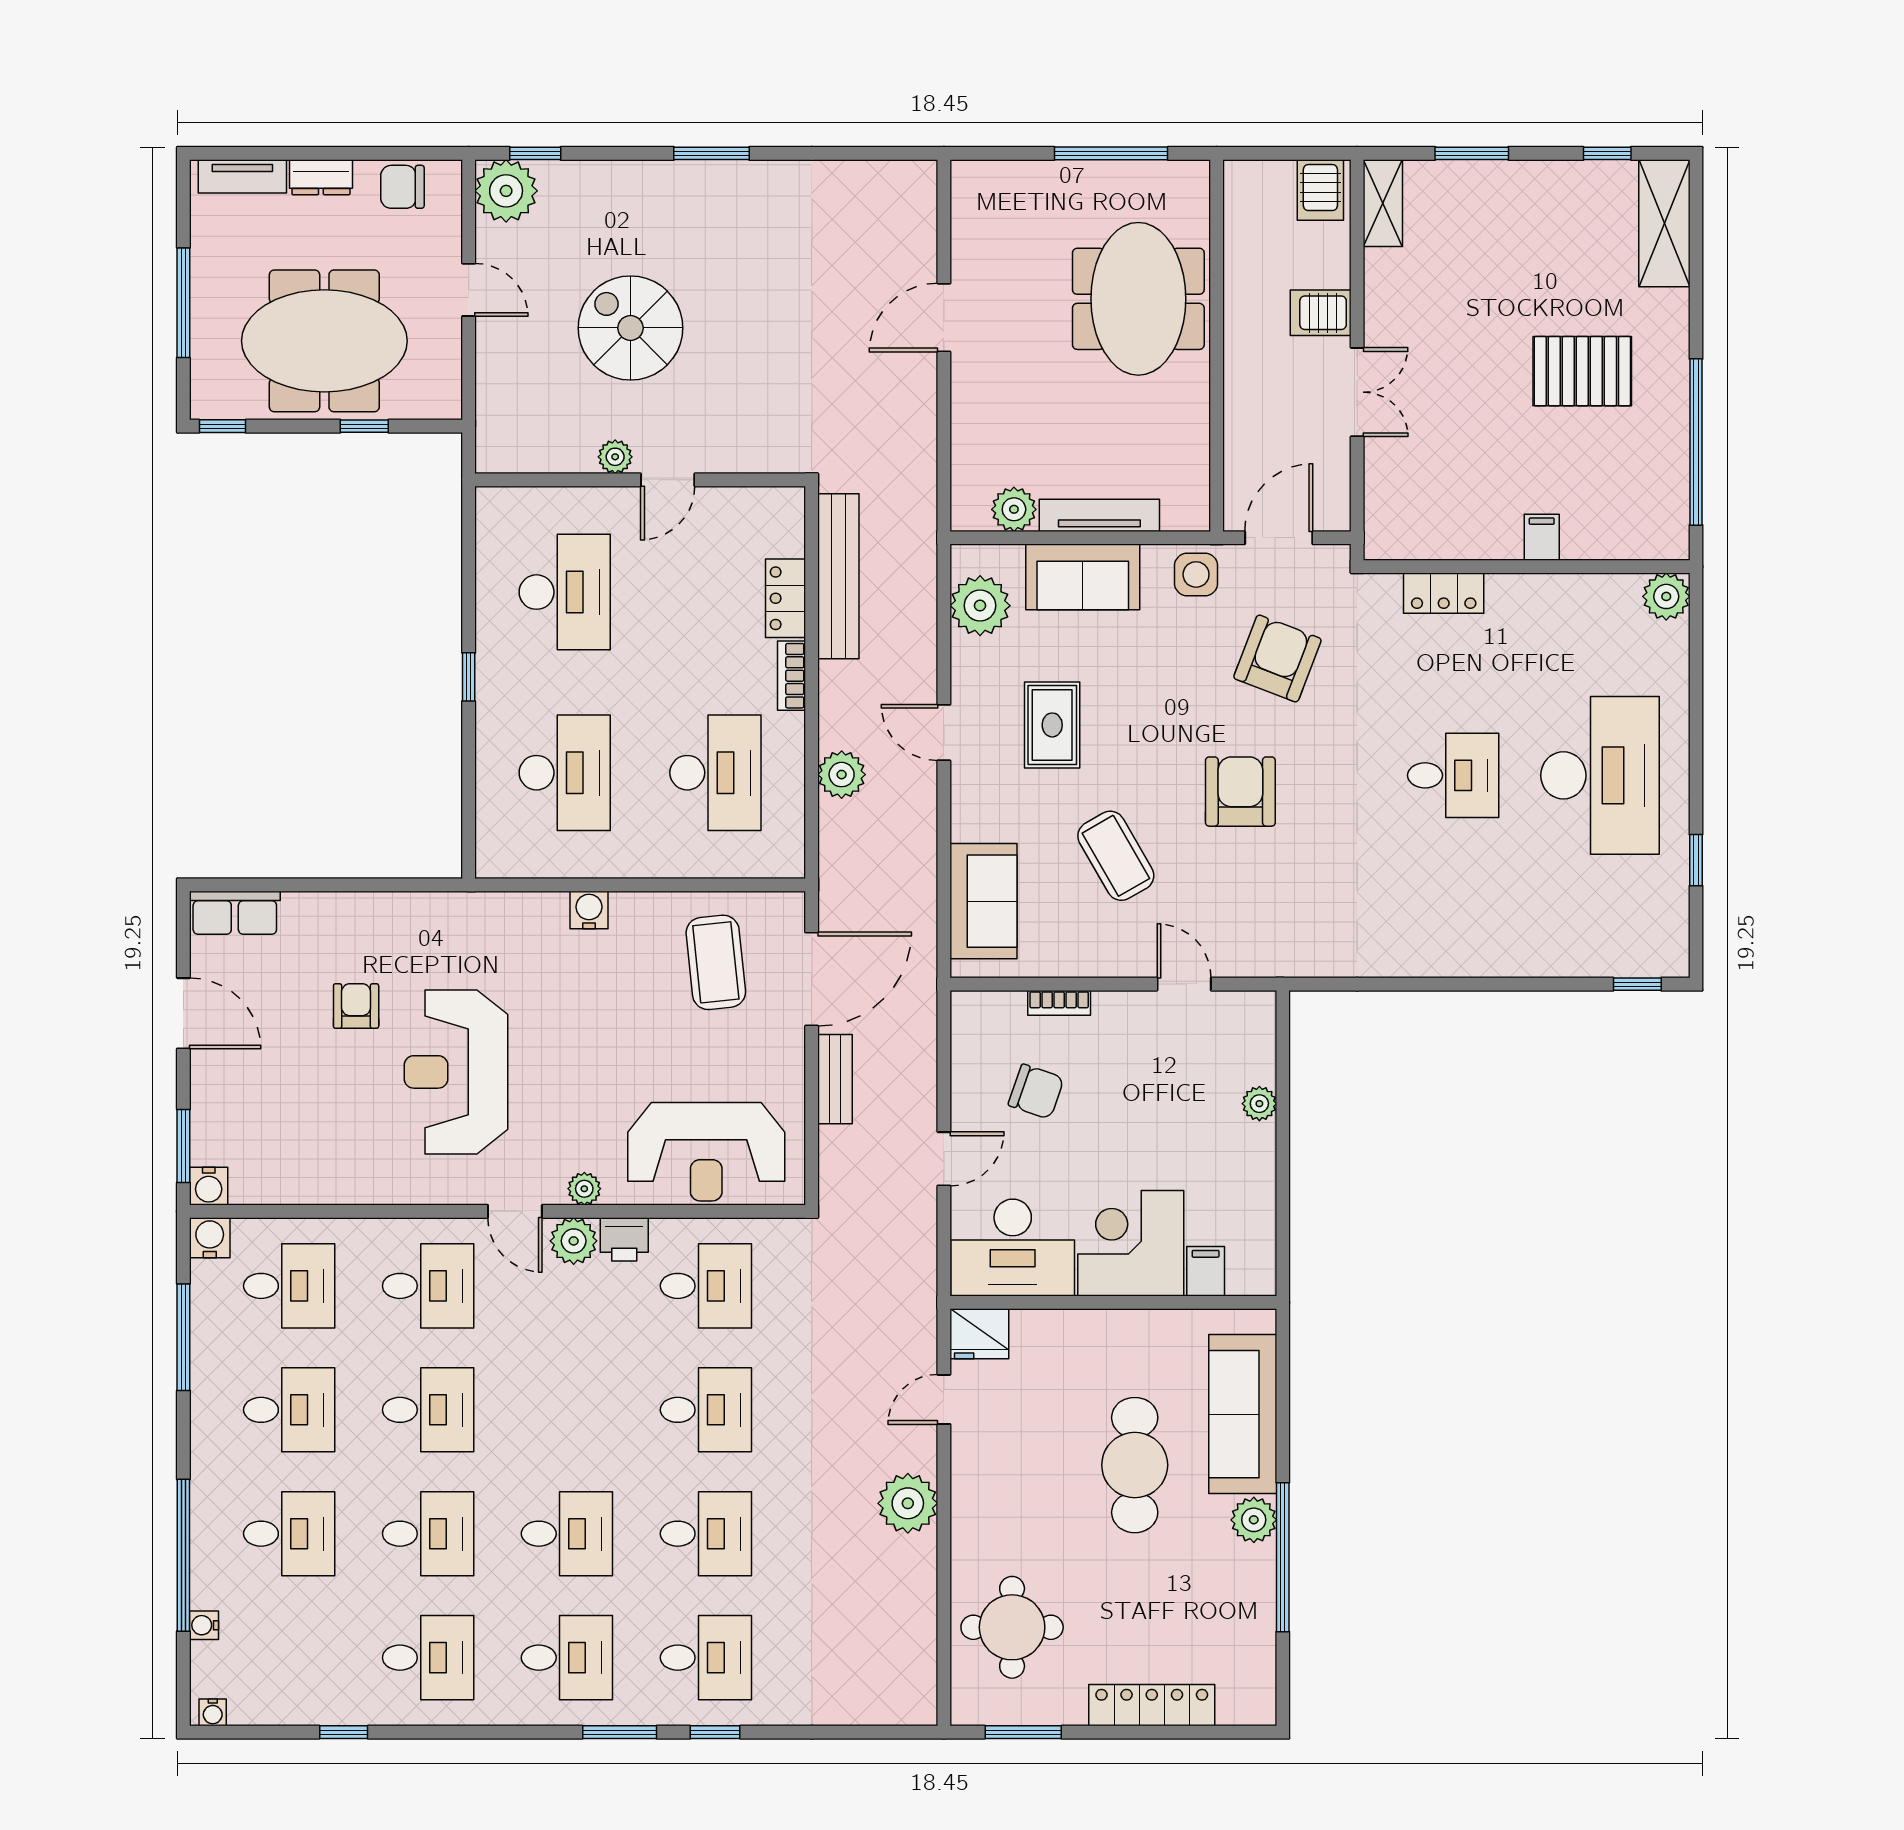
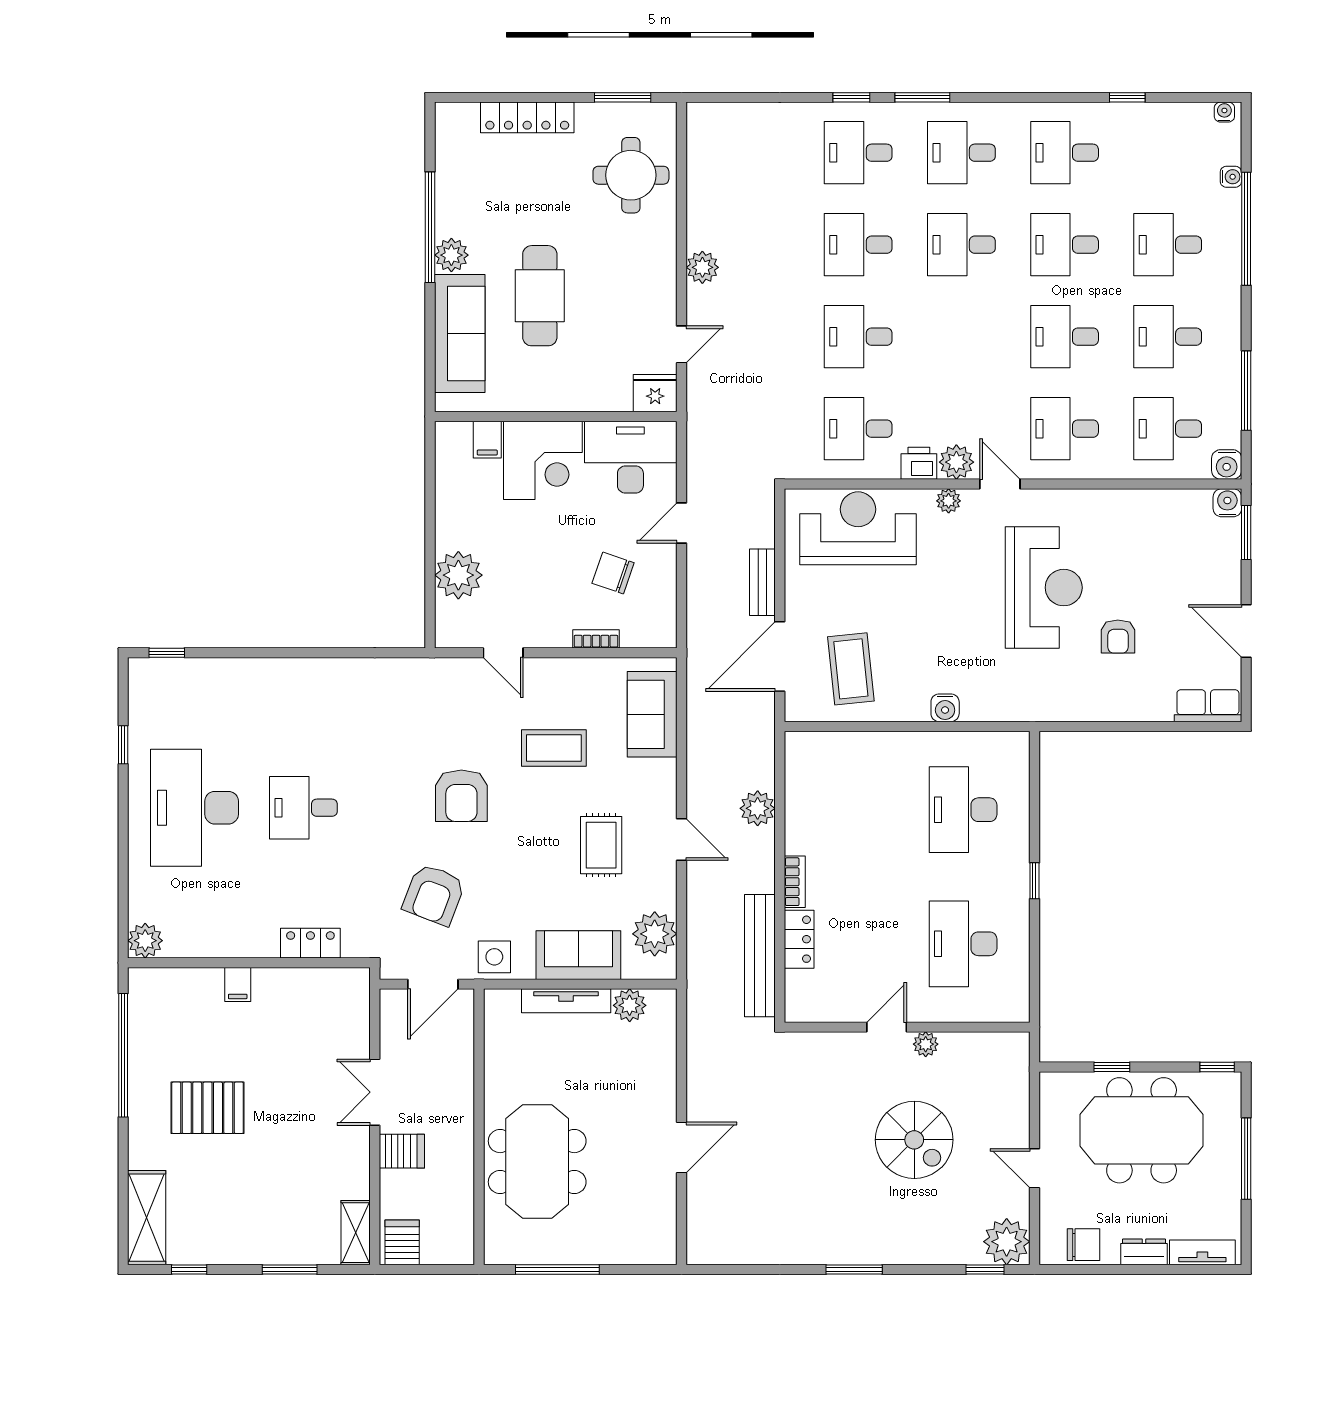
desk: (715, 773) -> (851, 810), removed
coffee table: (1116, 856) -> (554, 748), turned -60
plant: (1259, 1104) -> (458, 575), width x1.88, depth x1.88
plant: (908, 1503) -> (702, 267), width x0.73, depth x0.73

